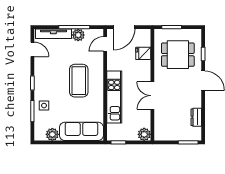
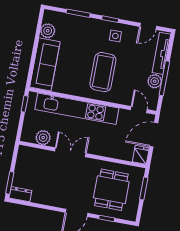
door: (124, 27) -> (154, 135), hinge flipped
fridge: (143, 53) -> (141, 155), moved
coffee table: (79, 81) -> (103, 72), turned 90
kitchen unit: (114, 97) -> (77, 109), width x1.36
side table: (44, 106) -> (115, 36), moved
dresser: (196, 117) -> (20, 194), moved
plant: (144, 134) -> (43, 138), moved

